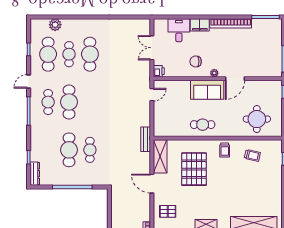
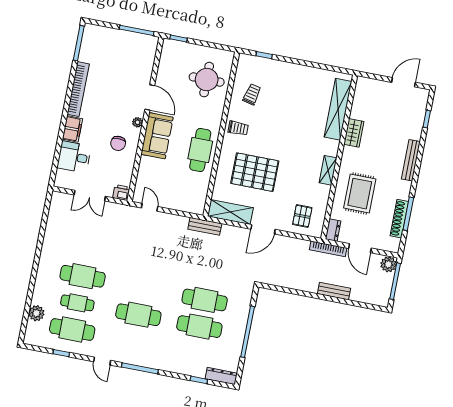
cafe table: (48, 102) -> (133, 341), removed
cafe table: (203, 125) -> (200, 150), width x1.37, depth x1.35
cafe table: (90, 150) -> (205, 300), width x1.37, depth x1.35

